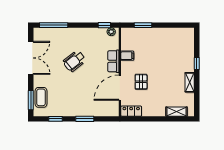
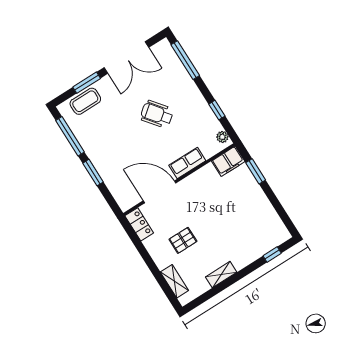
window: (104, 25) -> (217, 110), moved
filing cabinet: (127, 56) -> (228, 161), moved, width x2.00
window: (197, 63) -> (272, 255), moved
pallet: (141, 82) -> (183, 240), moved
window: (31, 100) -> (87, 83), moved
window: (56, 119) -> (70, 136), width x2.17

